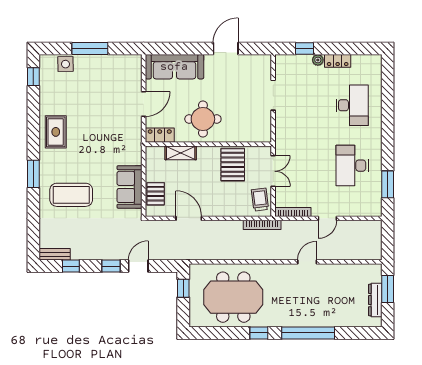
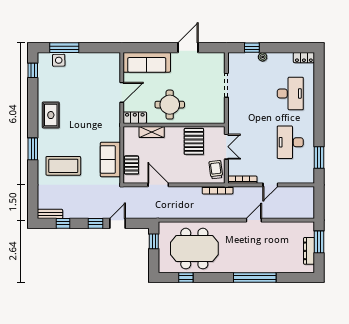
window: (90, 48) -> (64, 48), moved
locker: (338, 61) -> (304, 58), moved
window: (259, 333) -> (186, 277), moved

